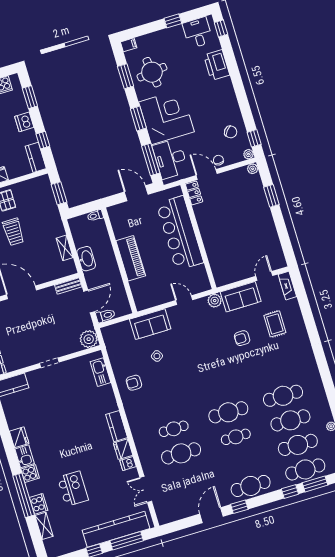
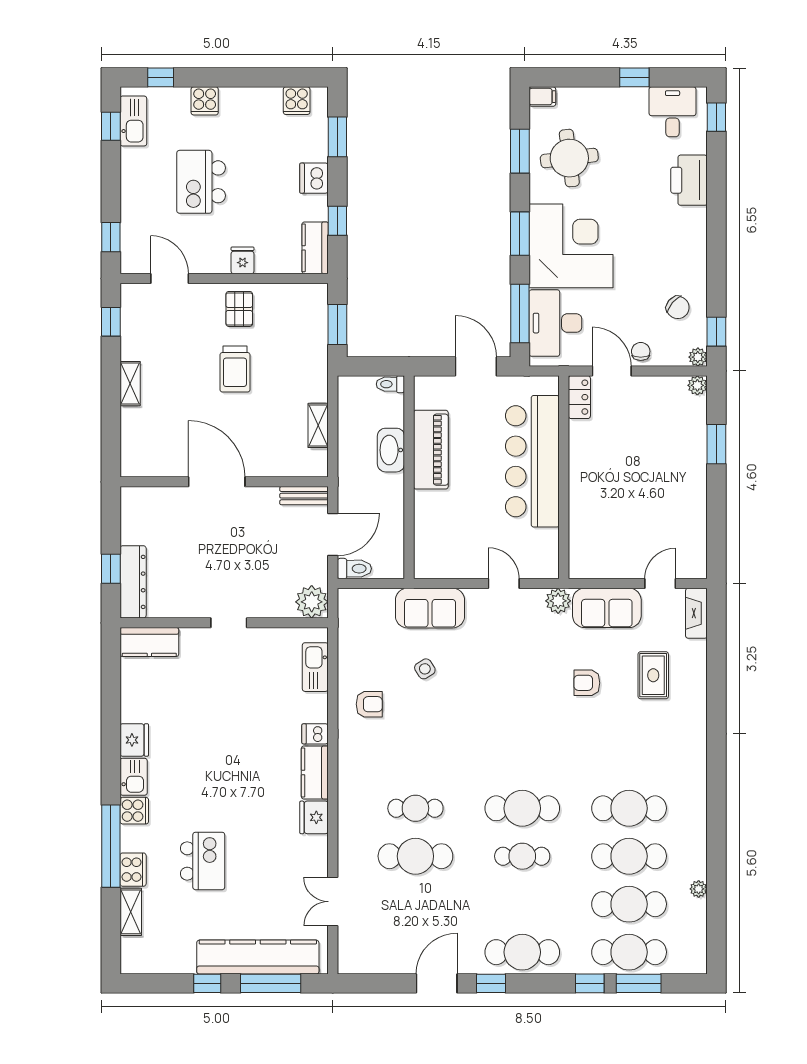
piano: (131, 258) -> (431, 450), moved
washbasin: (86, 259) -> (391, 450), moved, turned 180
armchair: (134, 383) -> (369, 704), turned 180
dishwasher: (128, 464) -> (315, 734), moved

